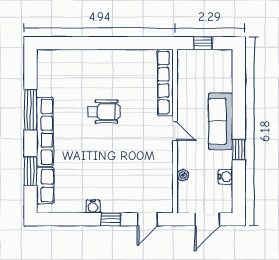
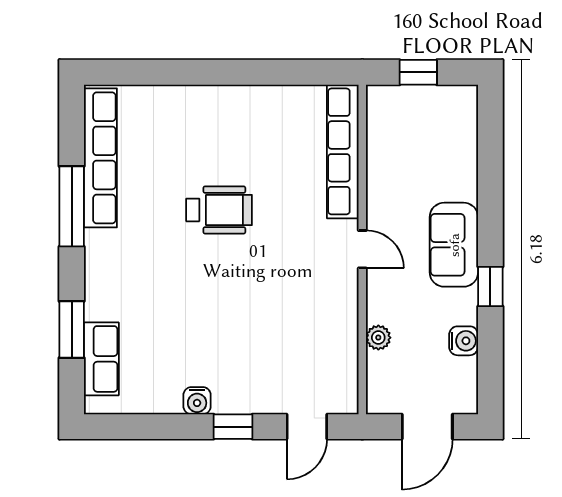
sofa: (221, 121) -> (454, 245), width x0.73
row of seats: (45, 132) -> (100, 158), moved

